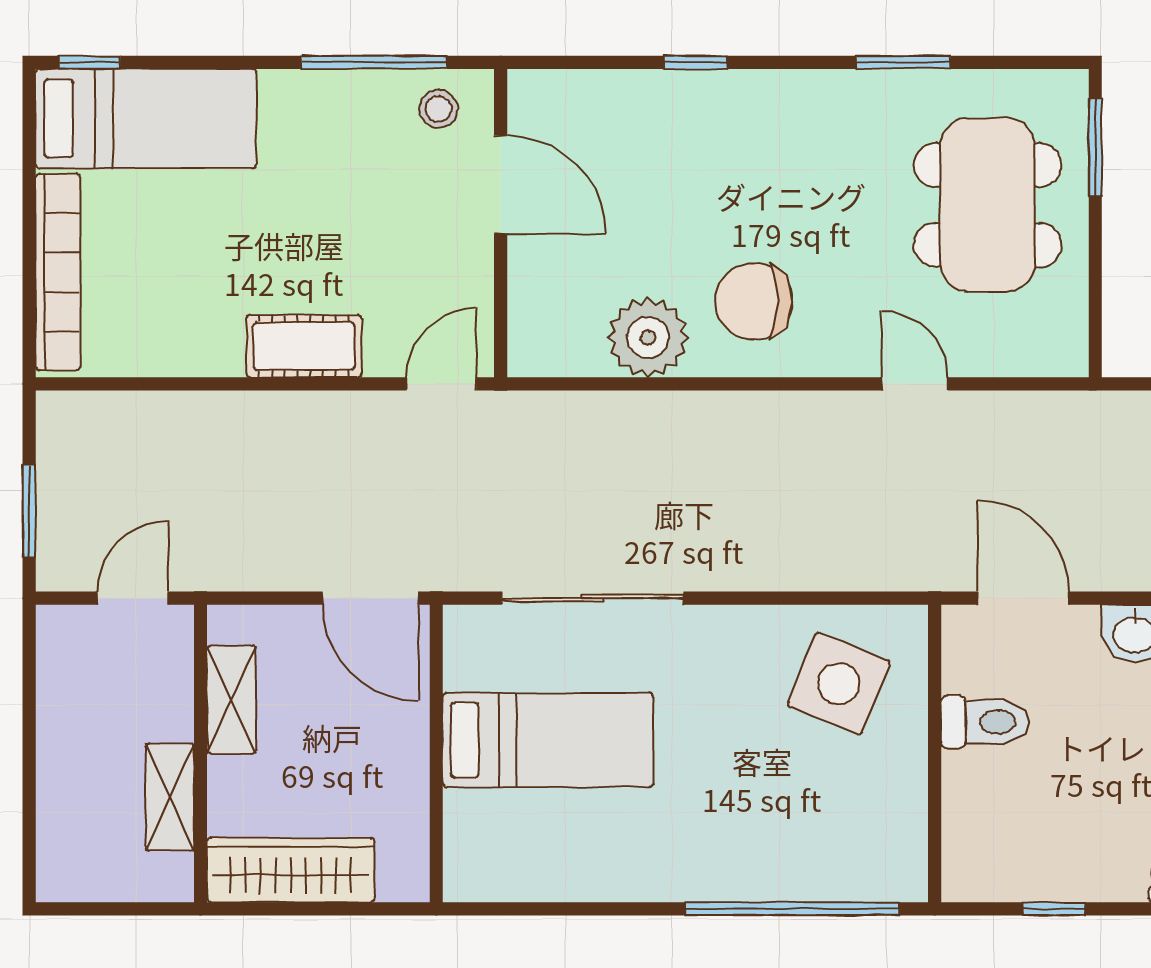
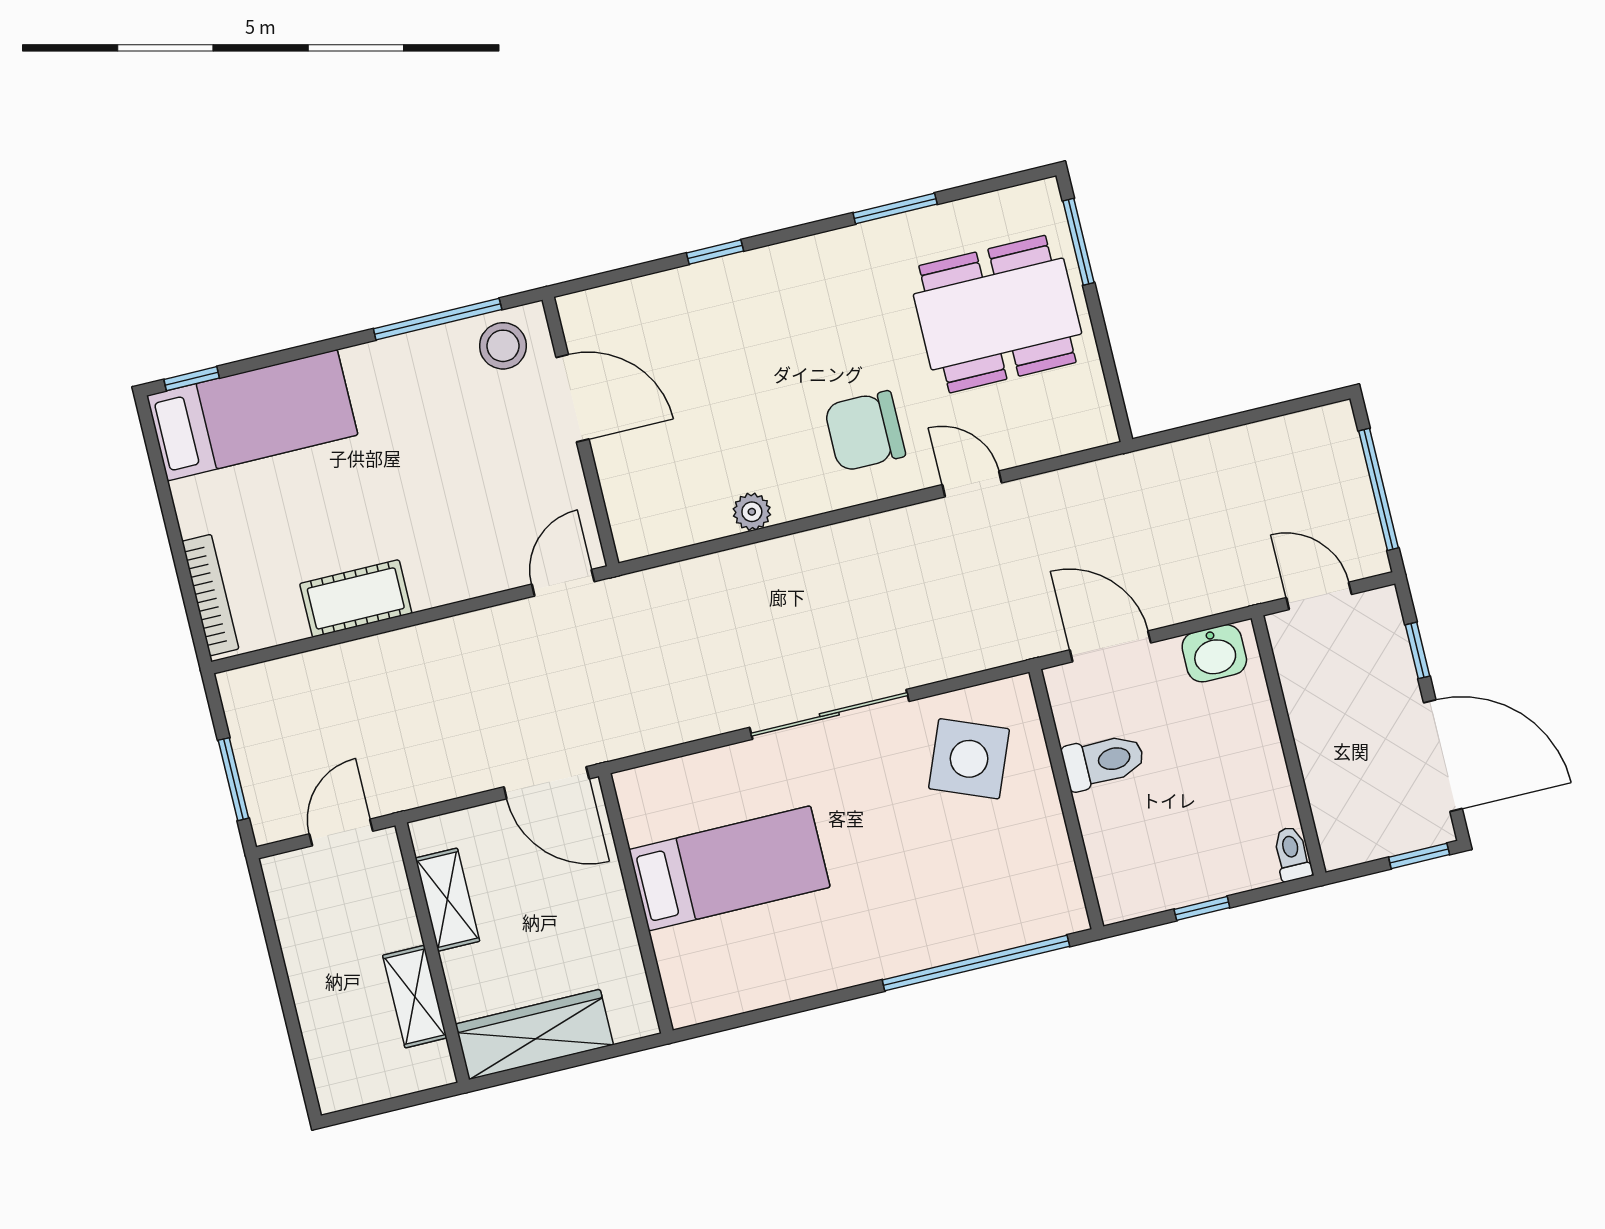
stool: (438, 109) -> (503, 346), width x1.37, depth x1.37
dining table: (988, 205) -> (997, 314), turned 90
bookcase: (58, 272) -> (210, 595), width x0.68, depth x0.76
chair: (754, 301) -> (865, 431), moved
plant: (648, 337) -> (752, 512), width x0.53, depth x0.53
cot: (304, 346) -> (356, 598), moved
sliding door: (593, 598) -> (829, 714), moved

